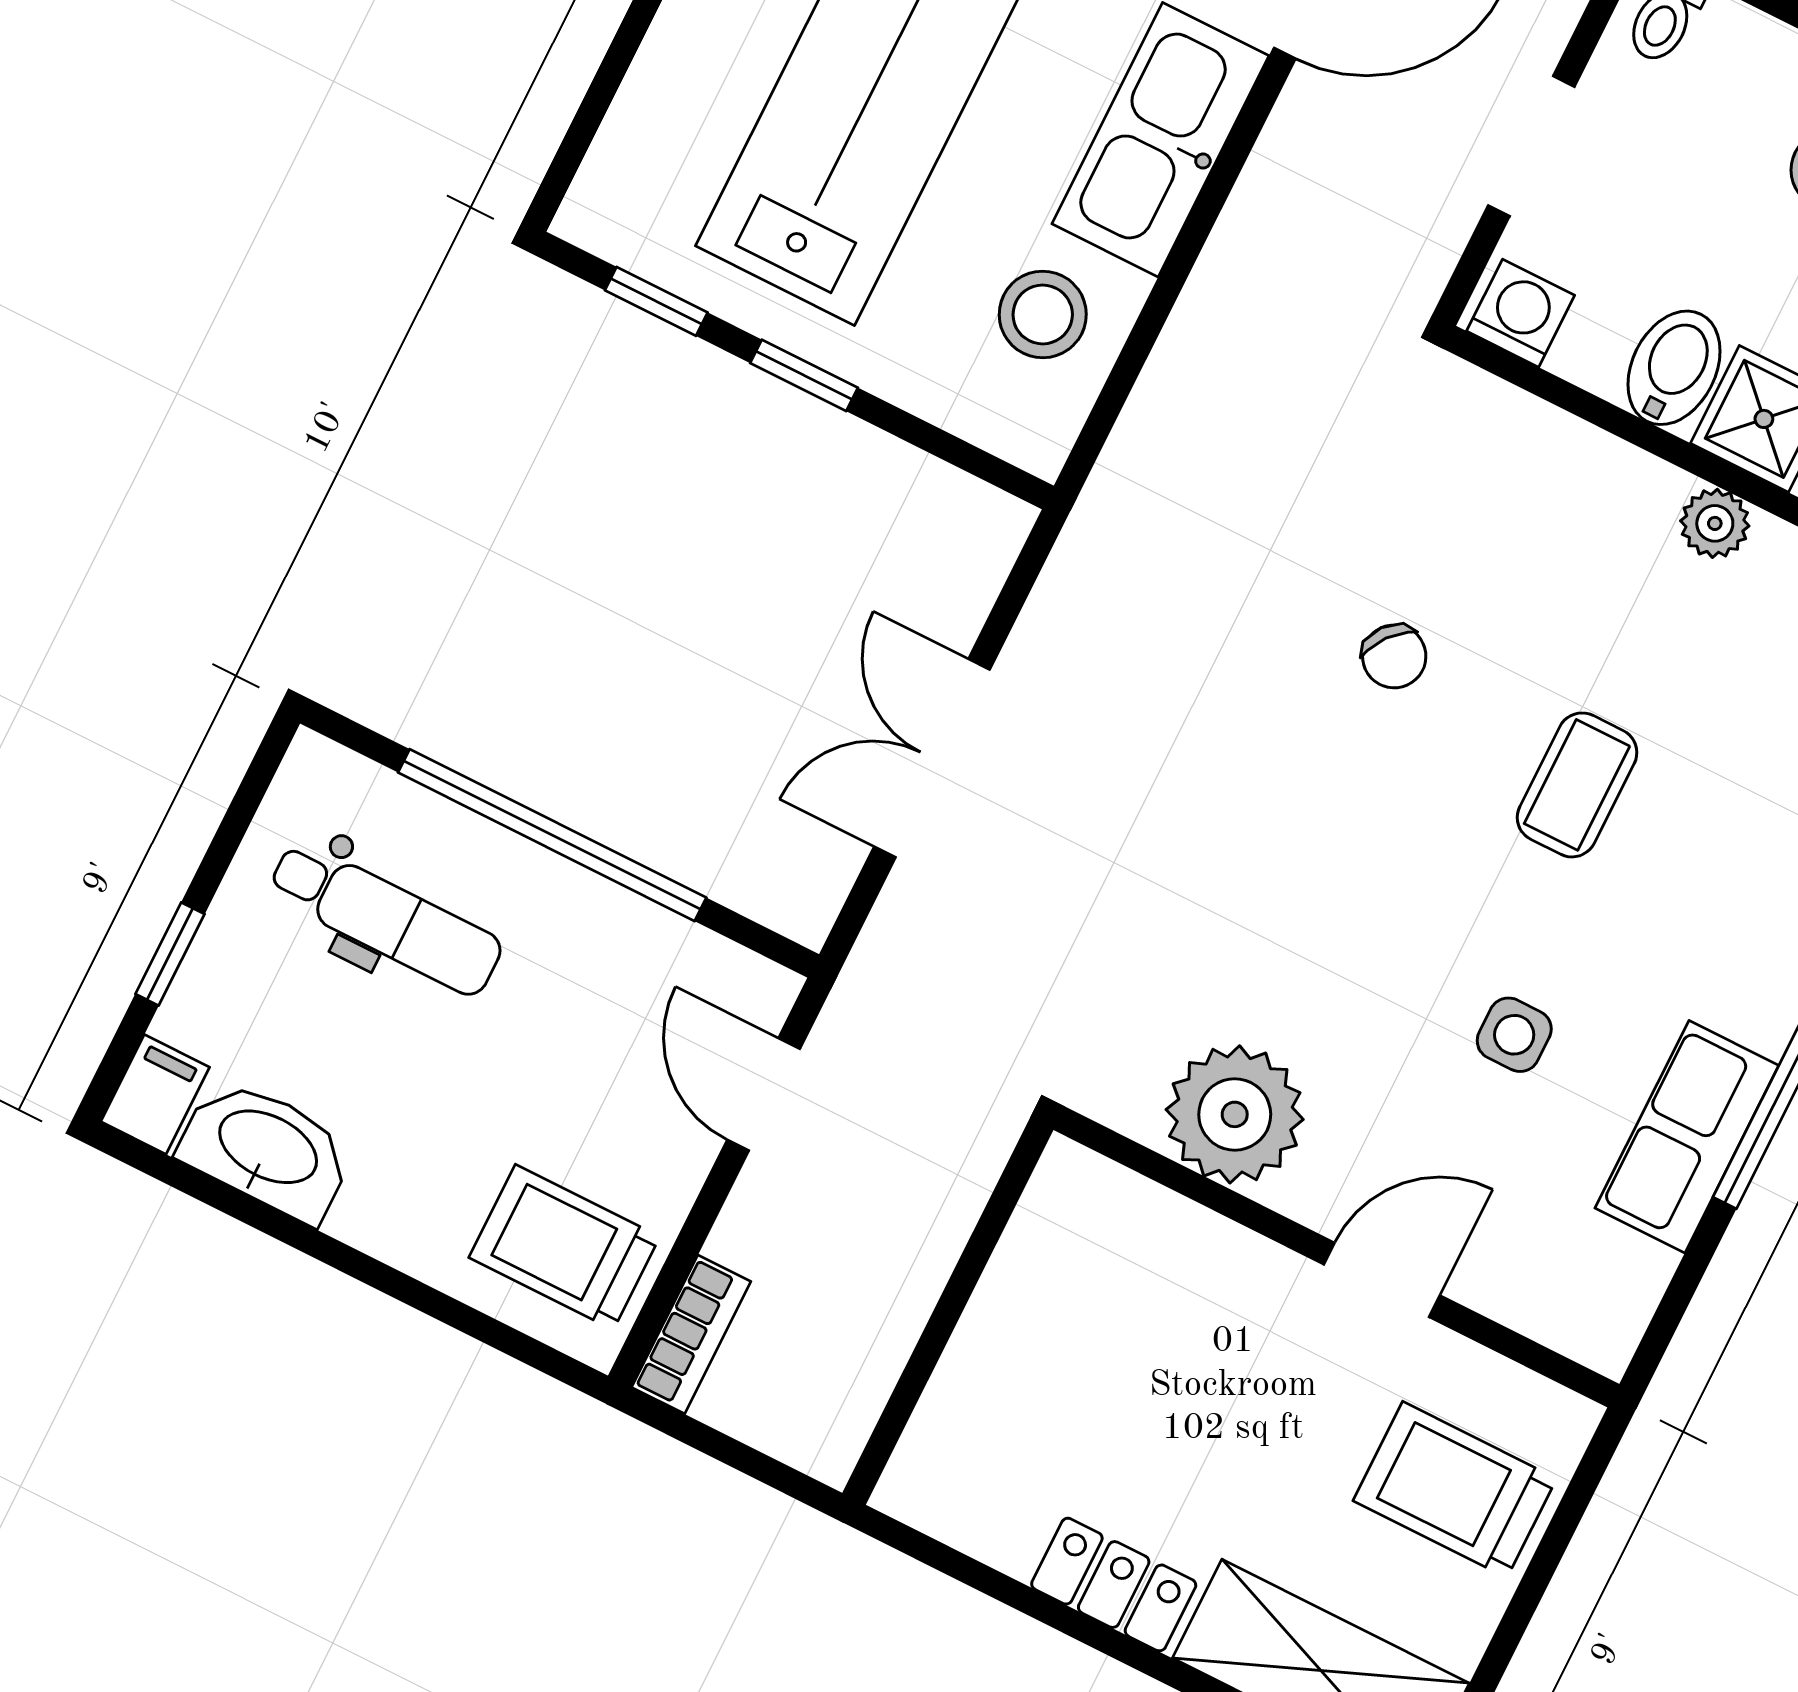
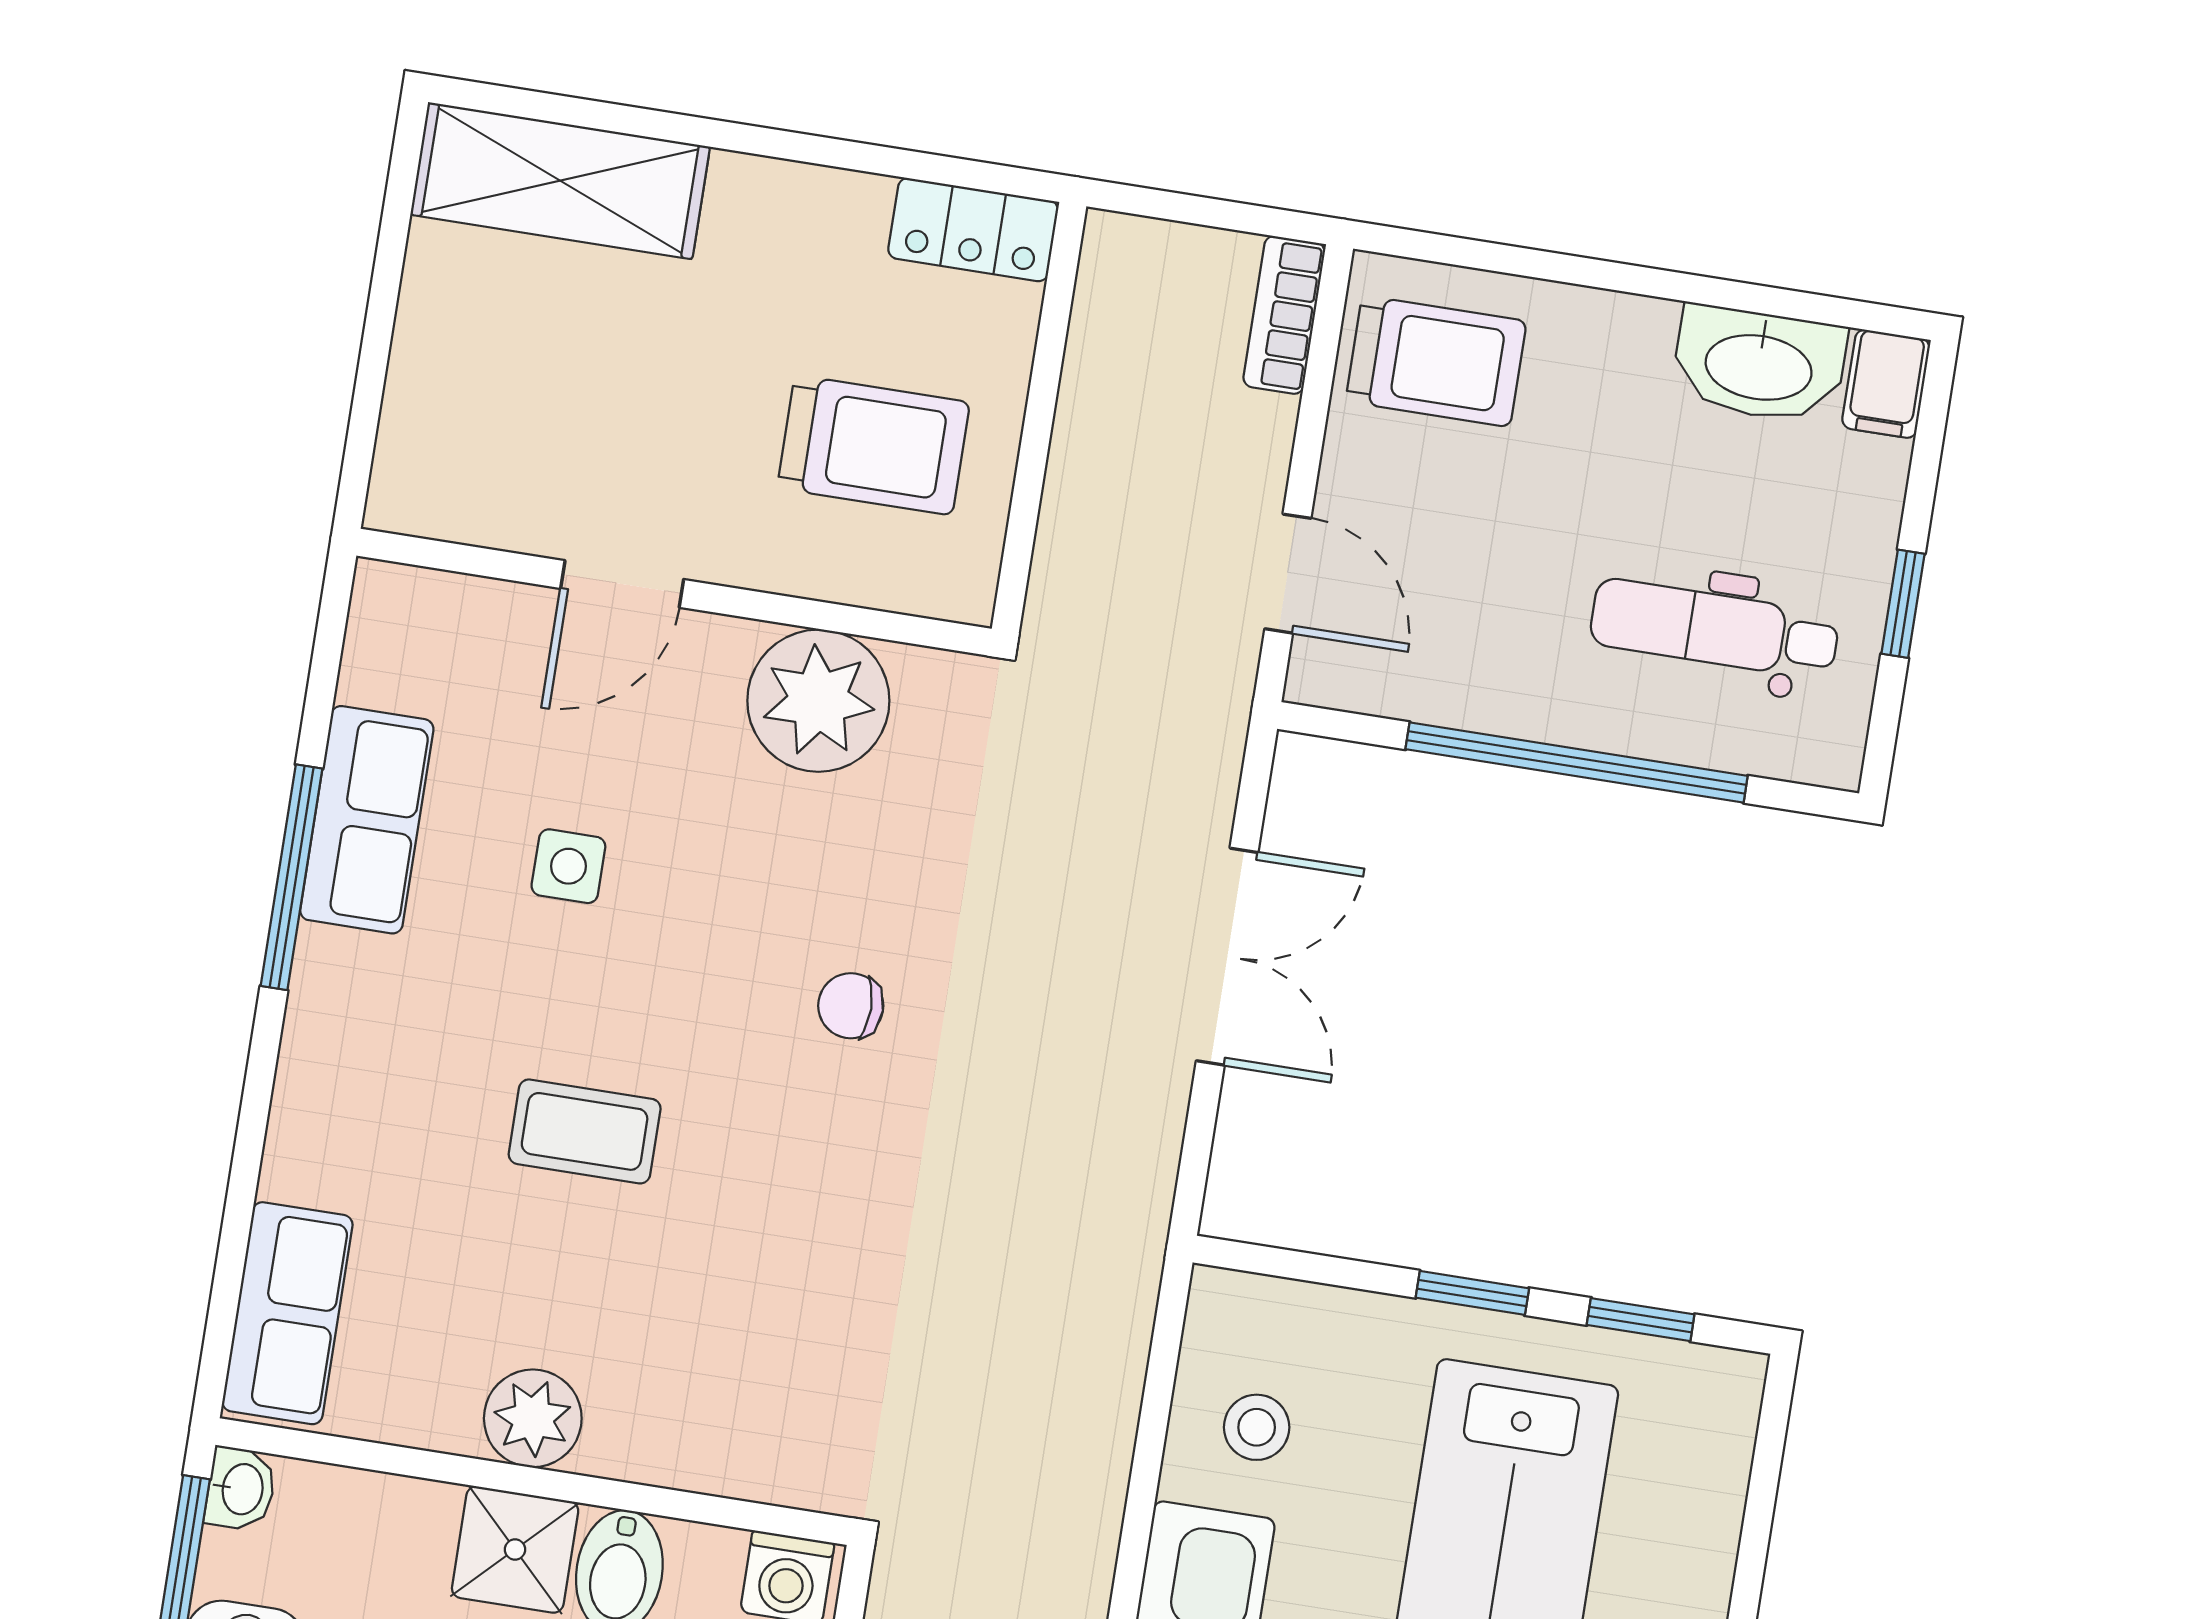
stool: (1043, 314) -> (1257, 1427), width x0.73, depth x0.73
plant: (1715, 523) -> (533, 1418), width x1.38, depth x1.38
chair: (1394, 656) -> (851, 1006), moved, turned -39
coffee table: (1577, 785) -> (585, 1131), turned 90
window: (170, 954) -> (1903, 604), moved
trolley: (1455, 1490) -> (874, 445), moved
locker: (1114, 1585) -> (973, 230), moved

